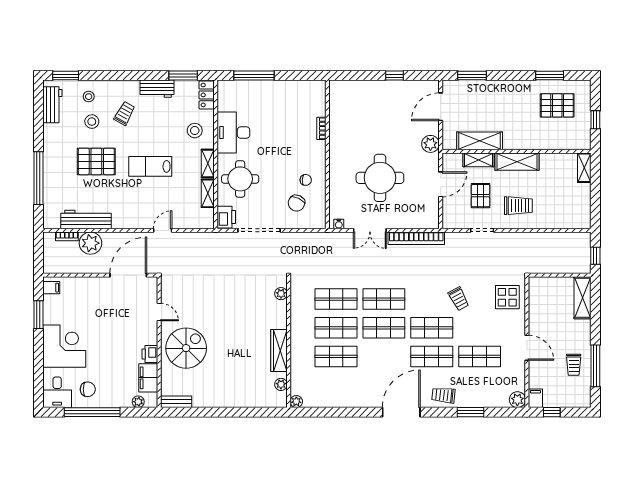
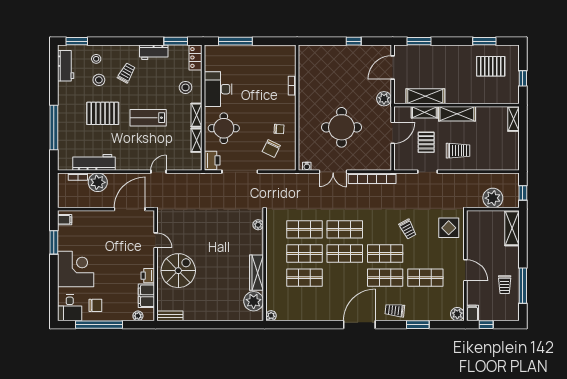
plant: (560, 262) -> (493, 198), added
plant: (281, 384) -> (254, 301), width x1.88, depth x1.88

